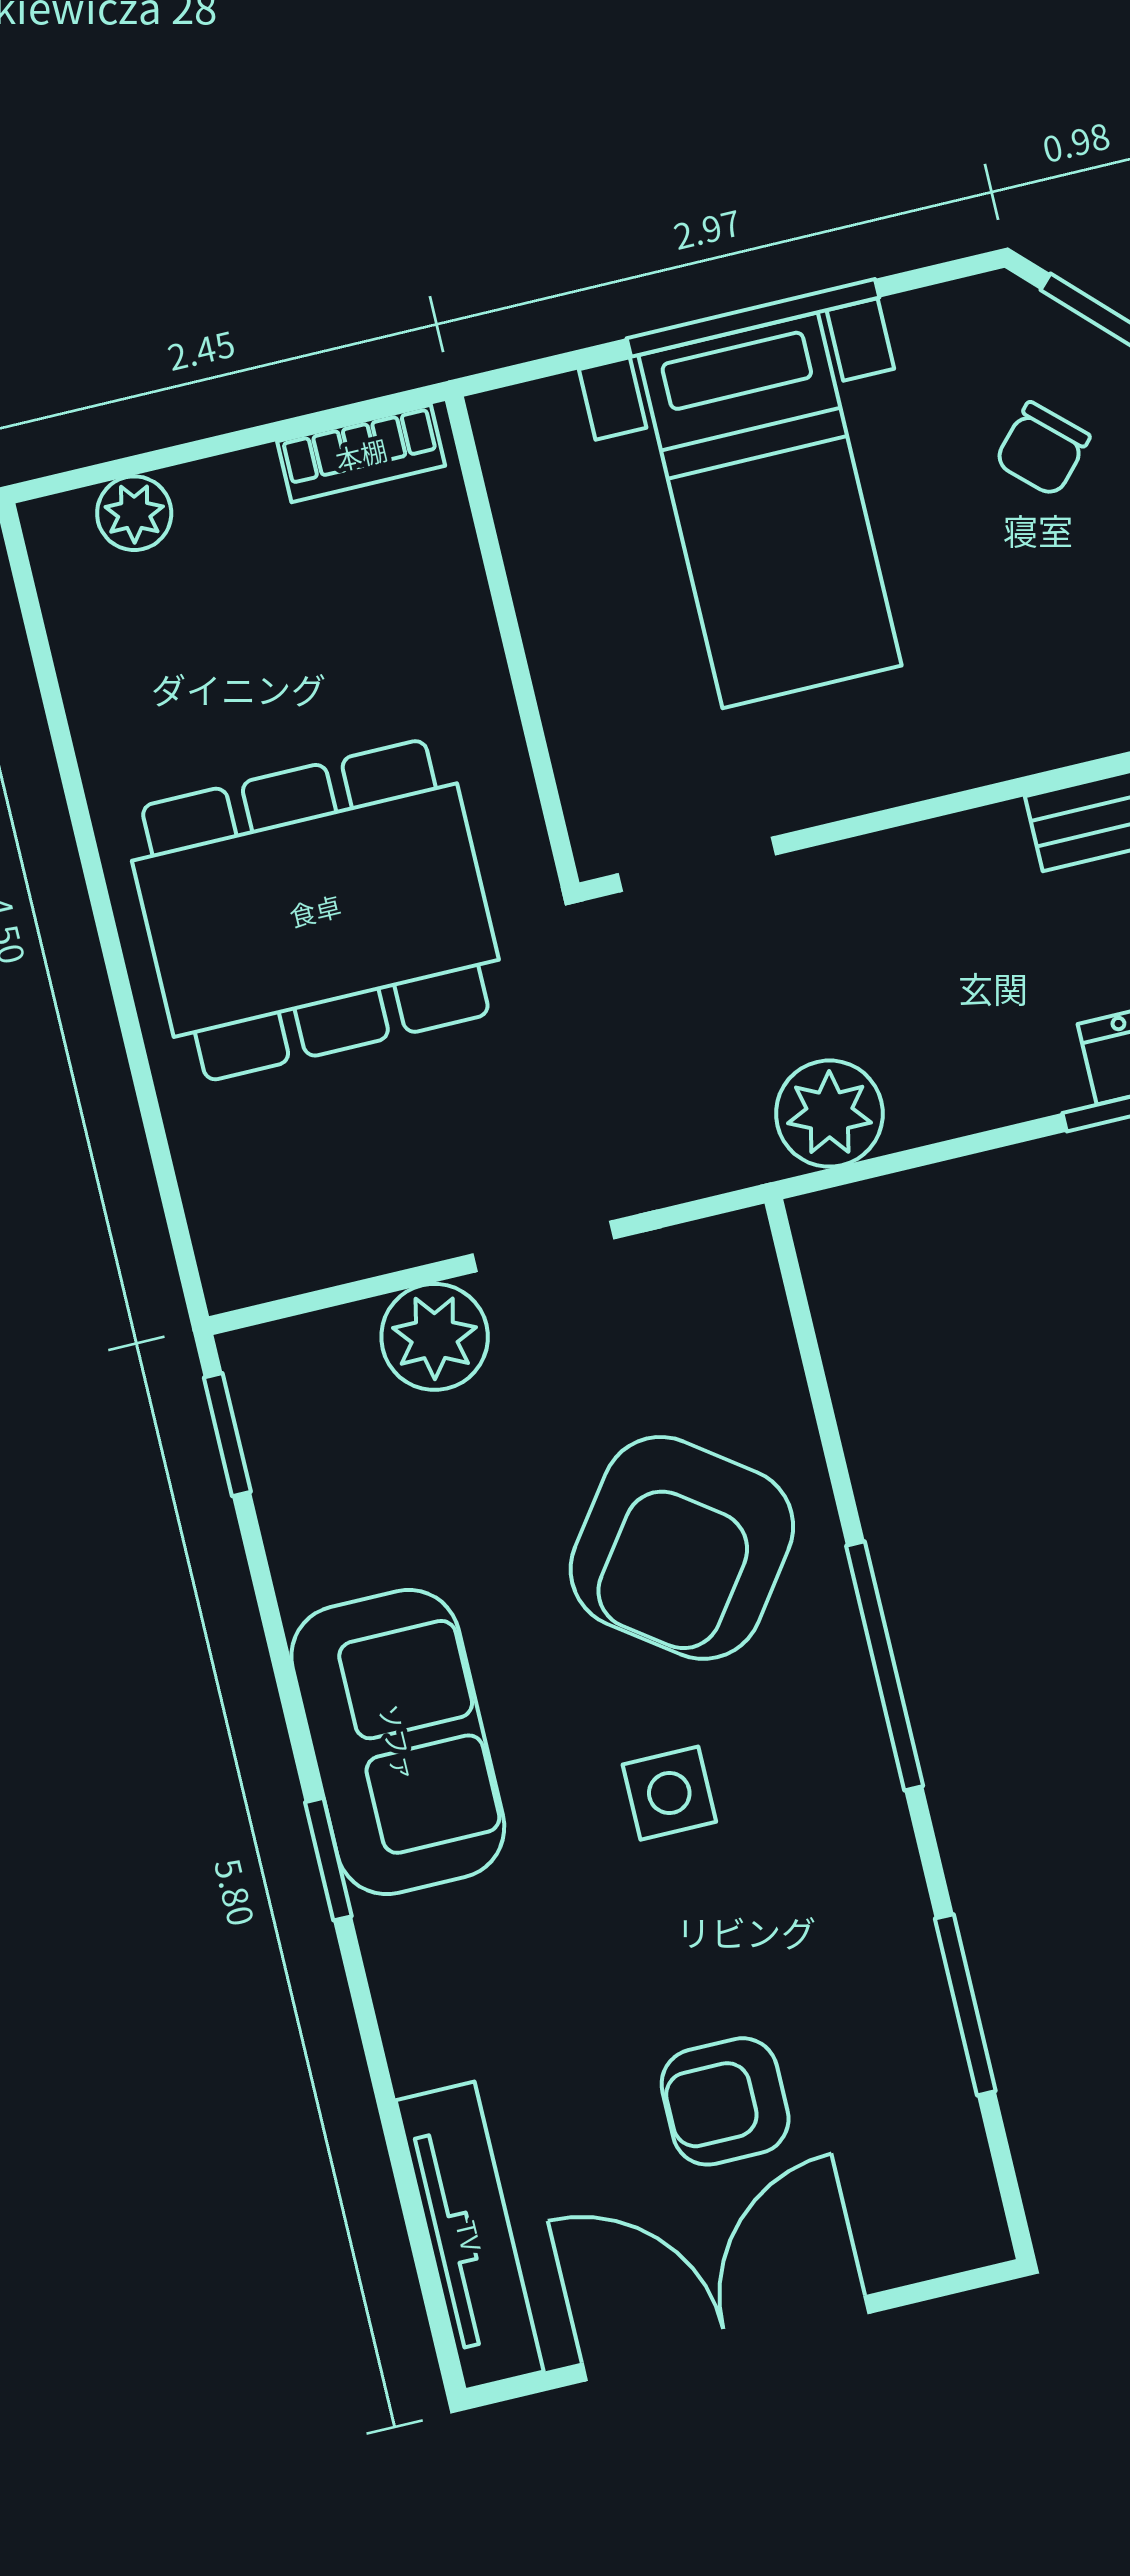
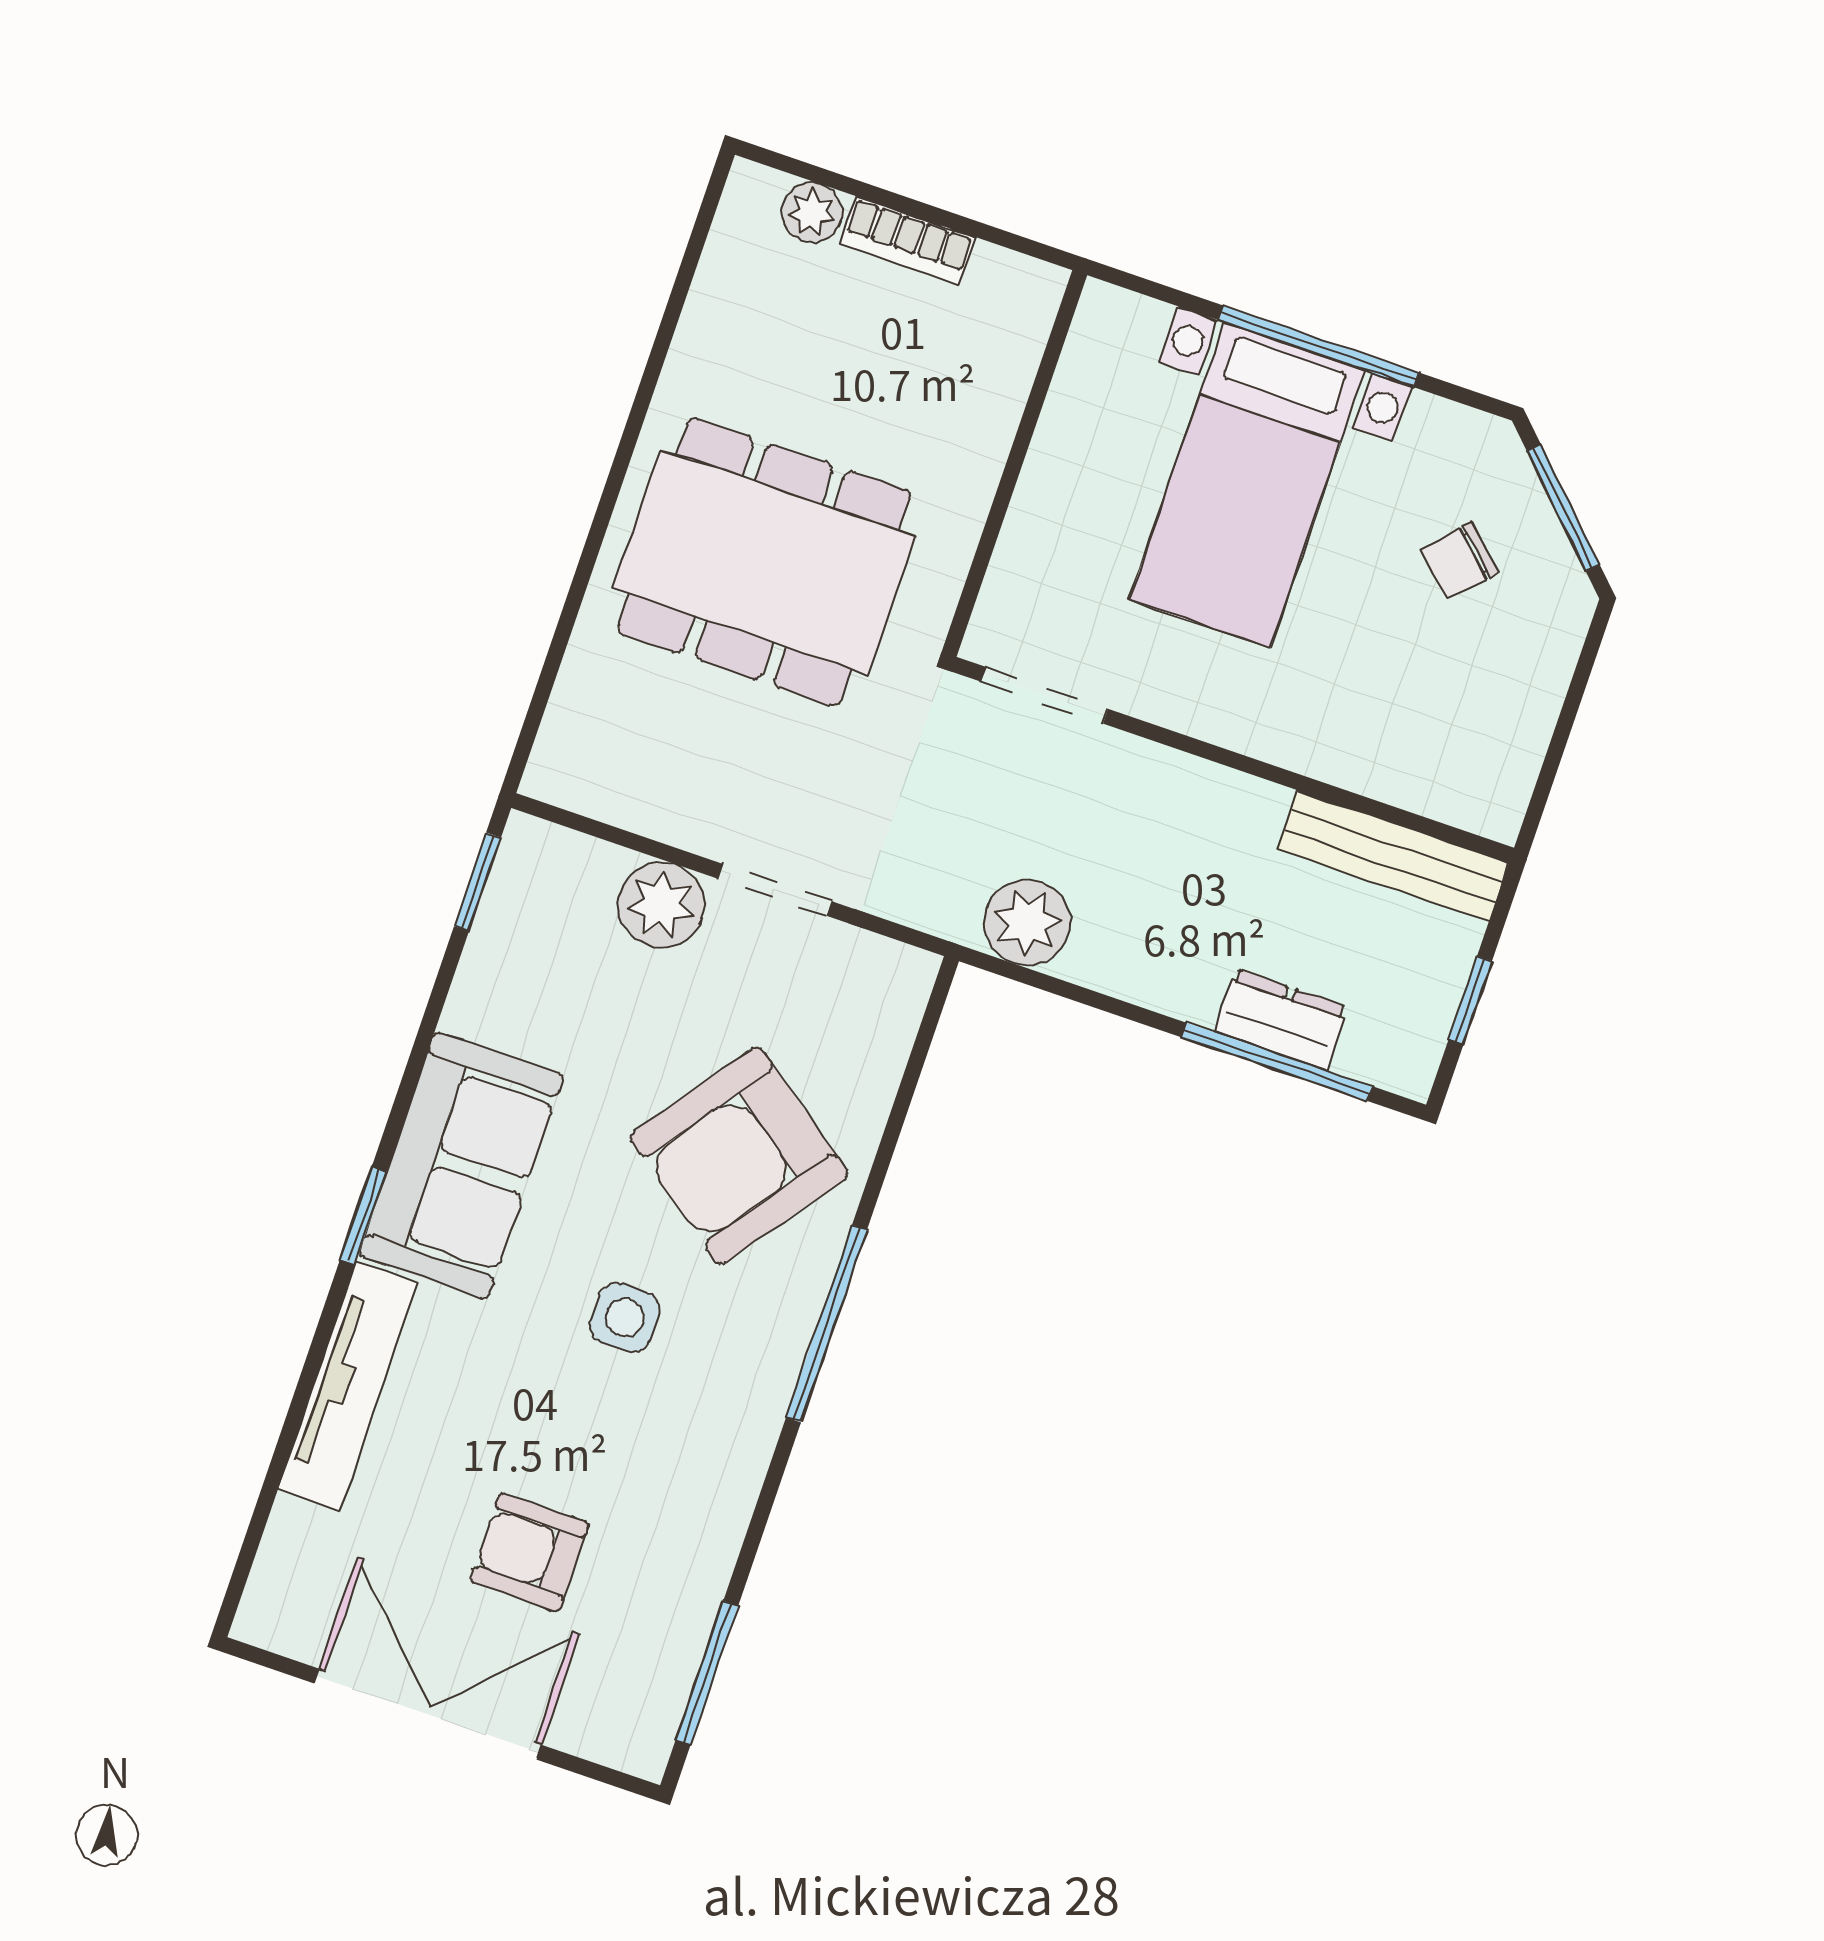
bookcase: (361, 454) -> (908, 241), moved
window: (965, 2005) -> (707, 1673), moved
tv unit: (470, 2236) -> (348, 1386), moved

